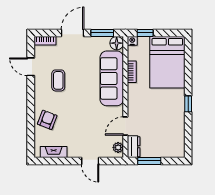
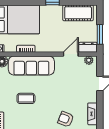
coffee table: (58, 80) -> (26, 98), moved
door: (125, 126) -> (71, 54), swing flipped
cot: (175, 135) -> (78, 13), added

